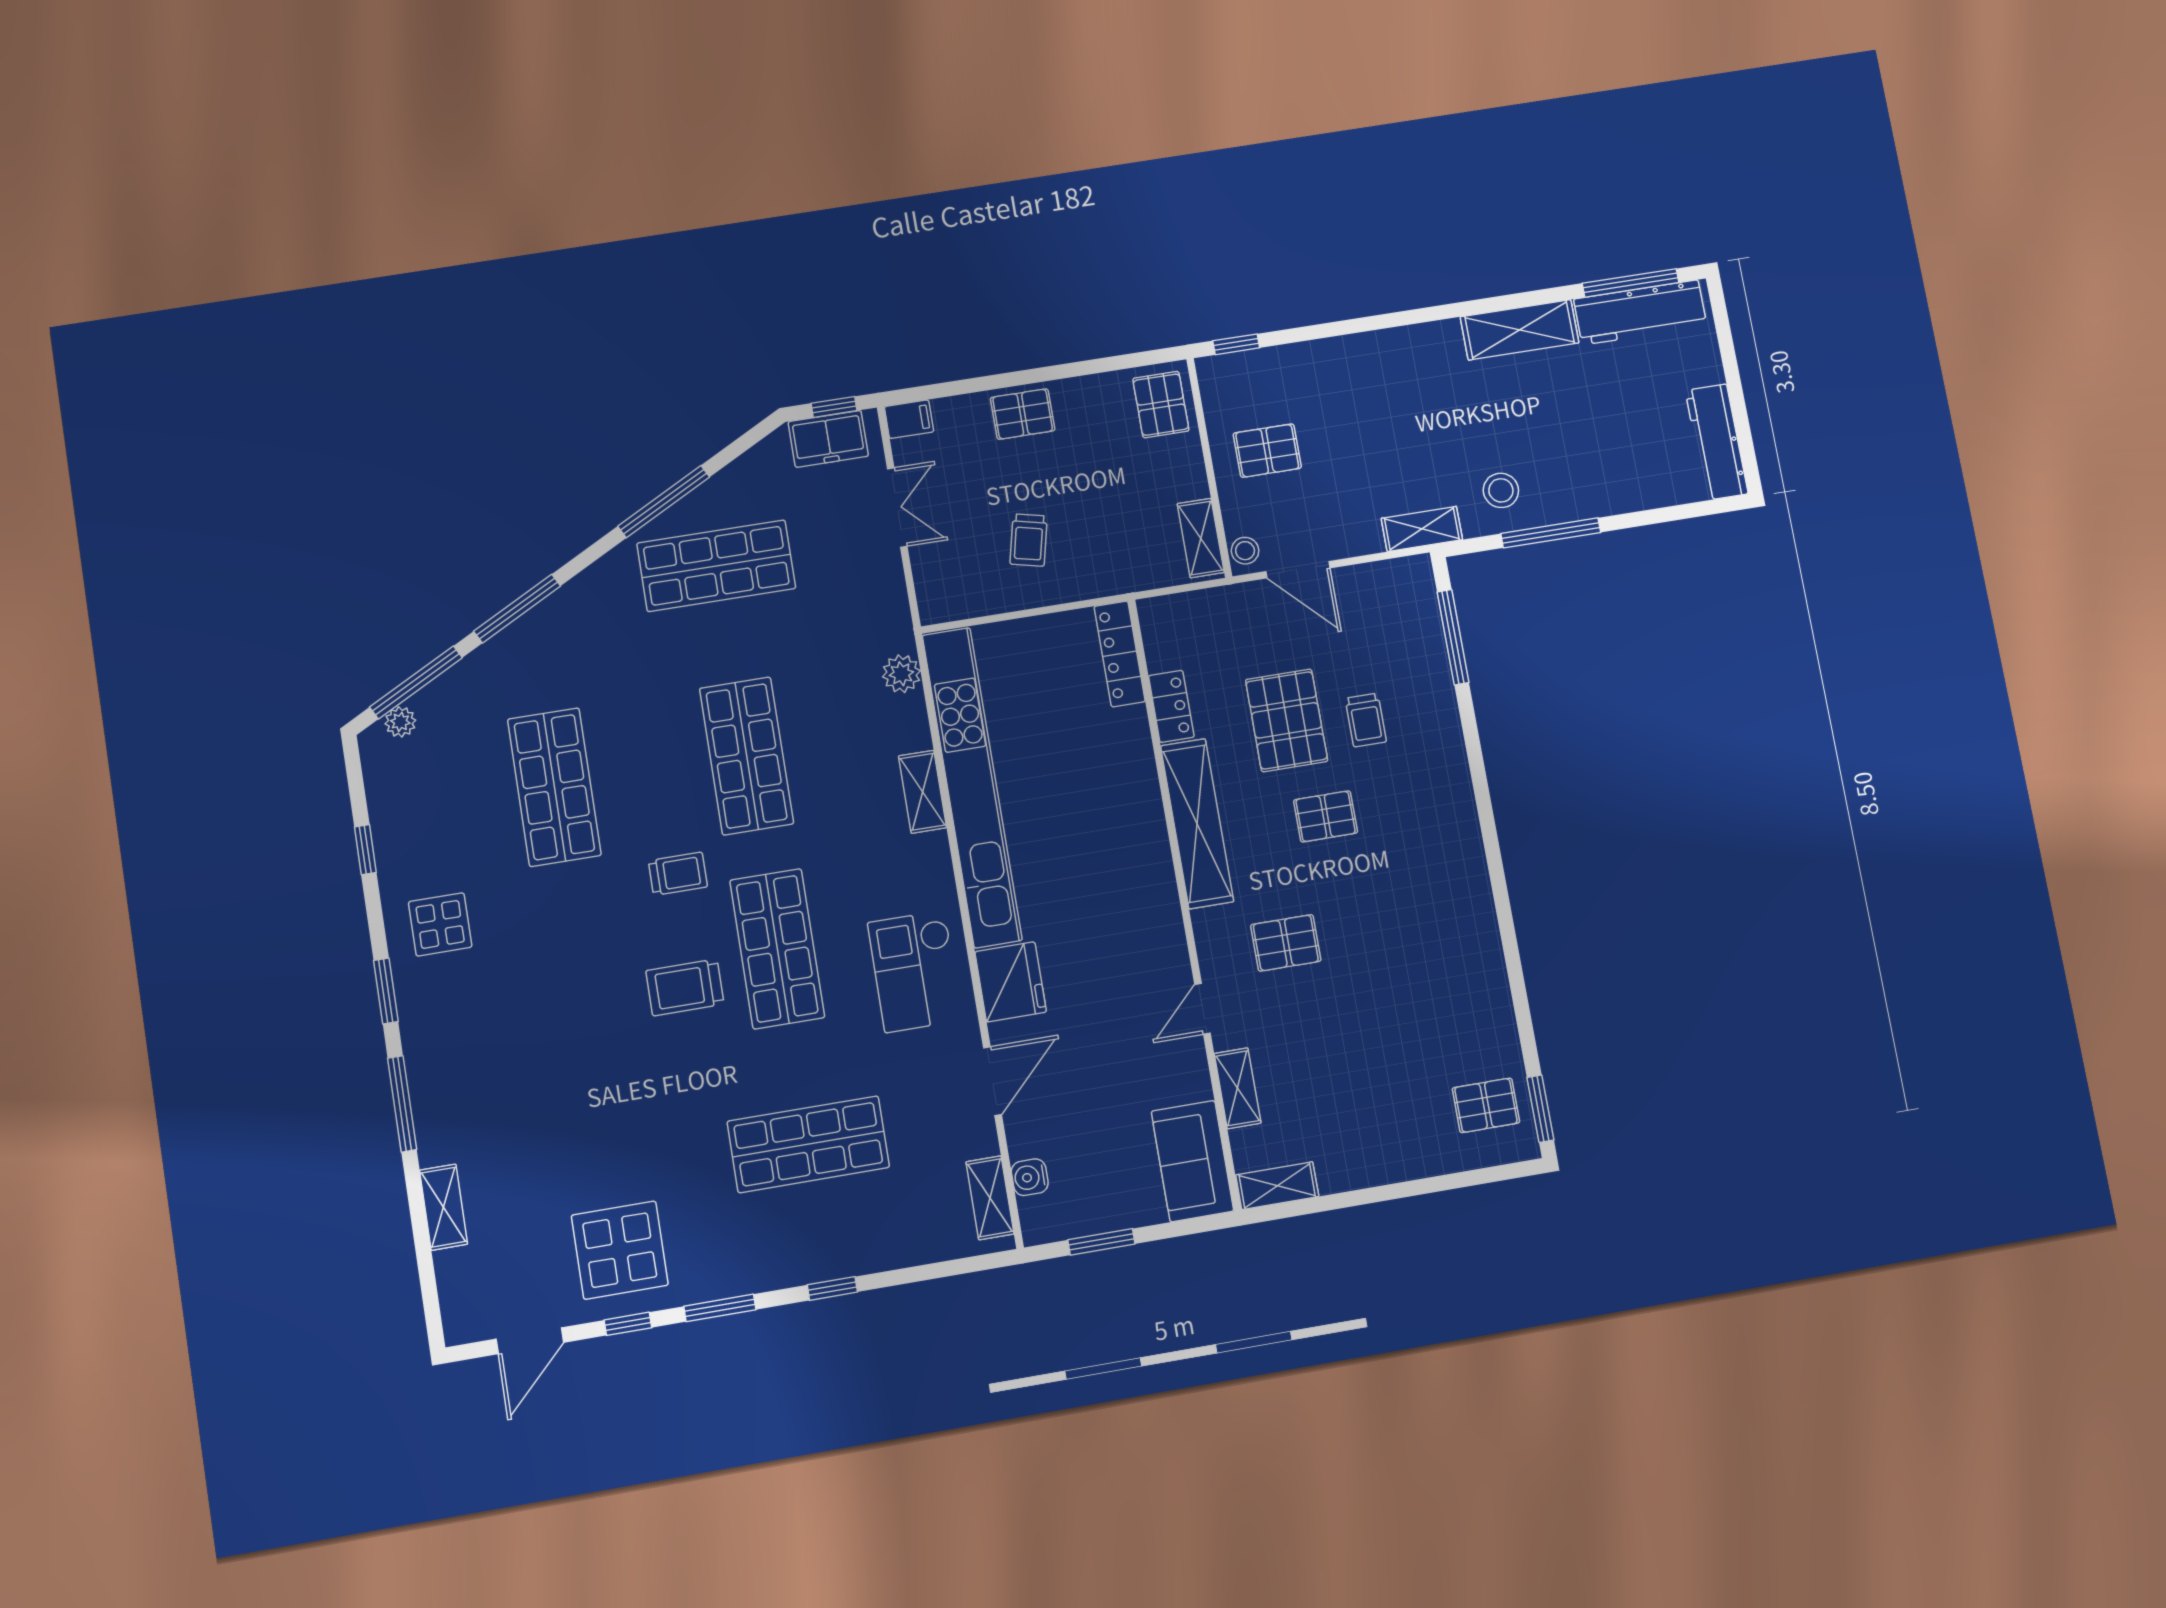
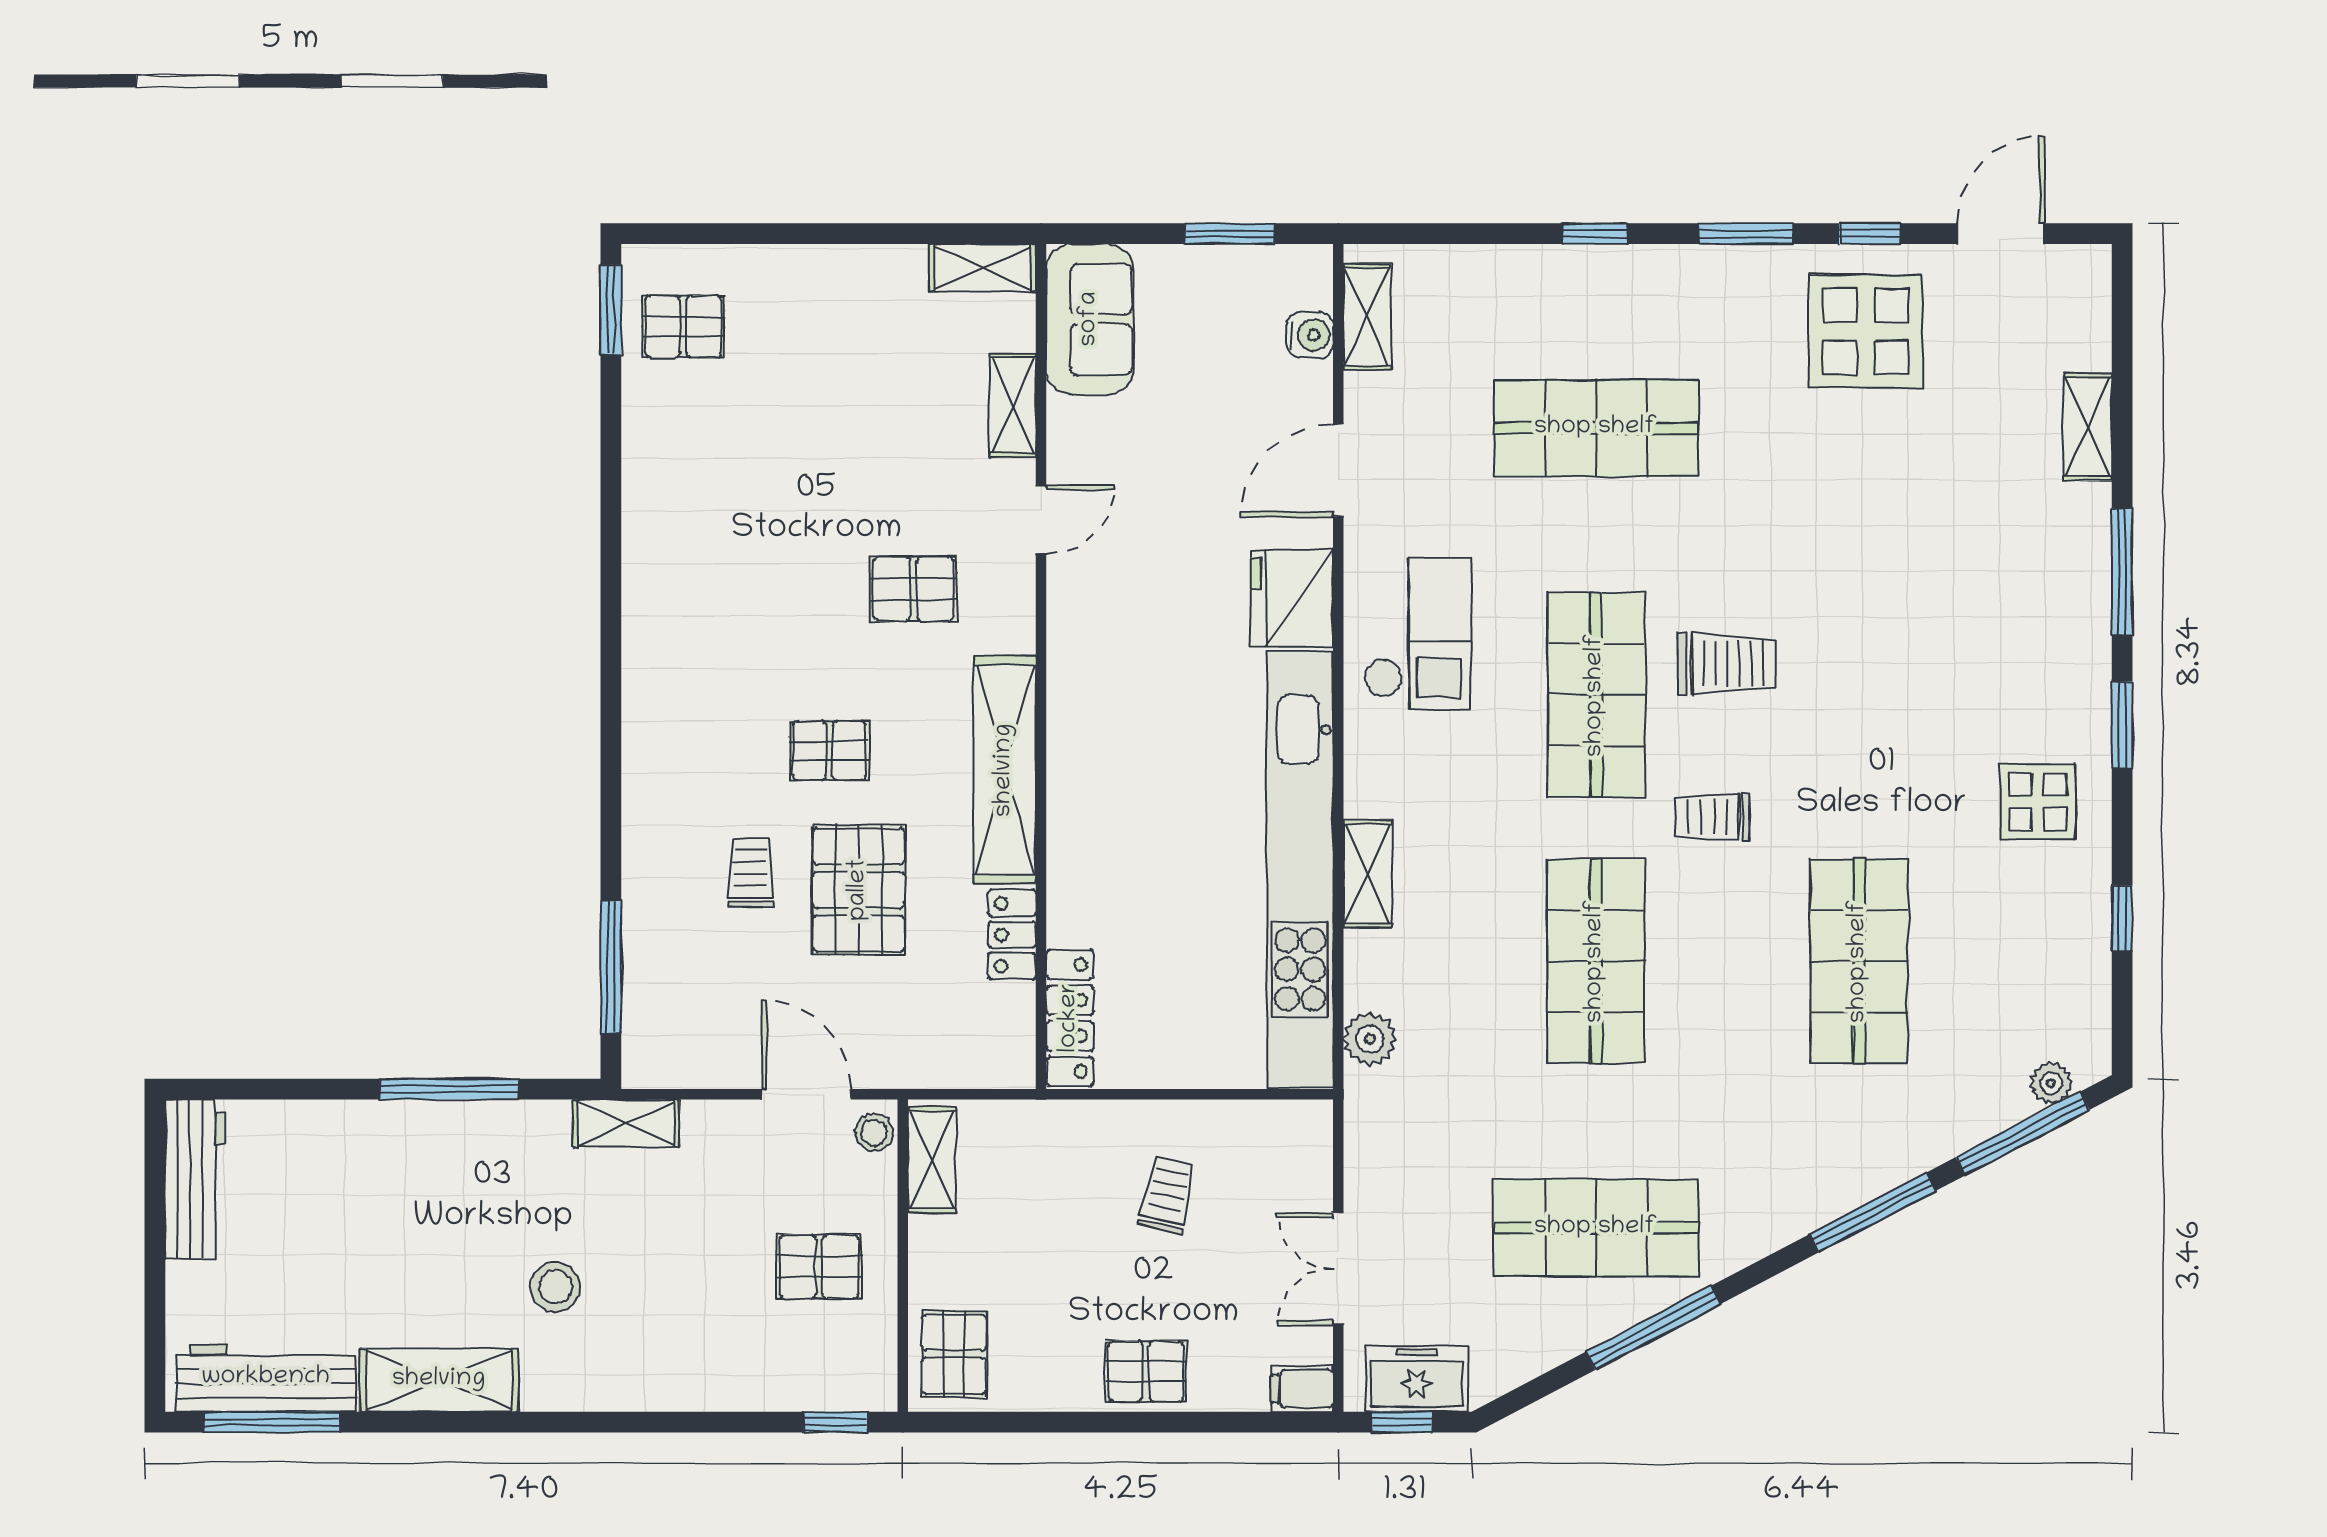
stool: (1501, 490) -> (556, 1287), moved

